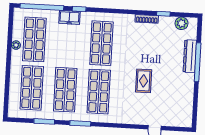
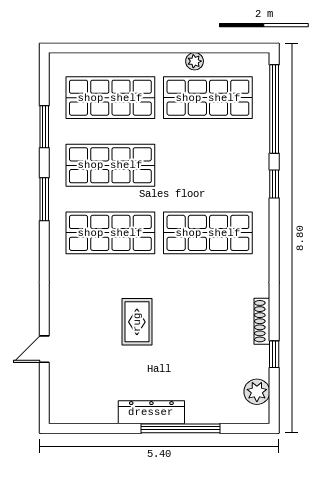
freezer: (69, 17) -> (256, 166), removed
dresser: (190, 56) -> (151, 412), moved
rug: (144, 81) -> (137, 322), turned 90

